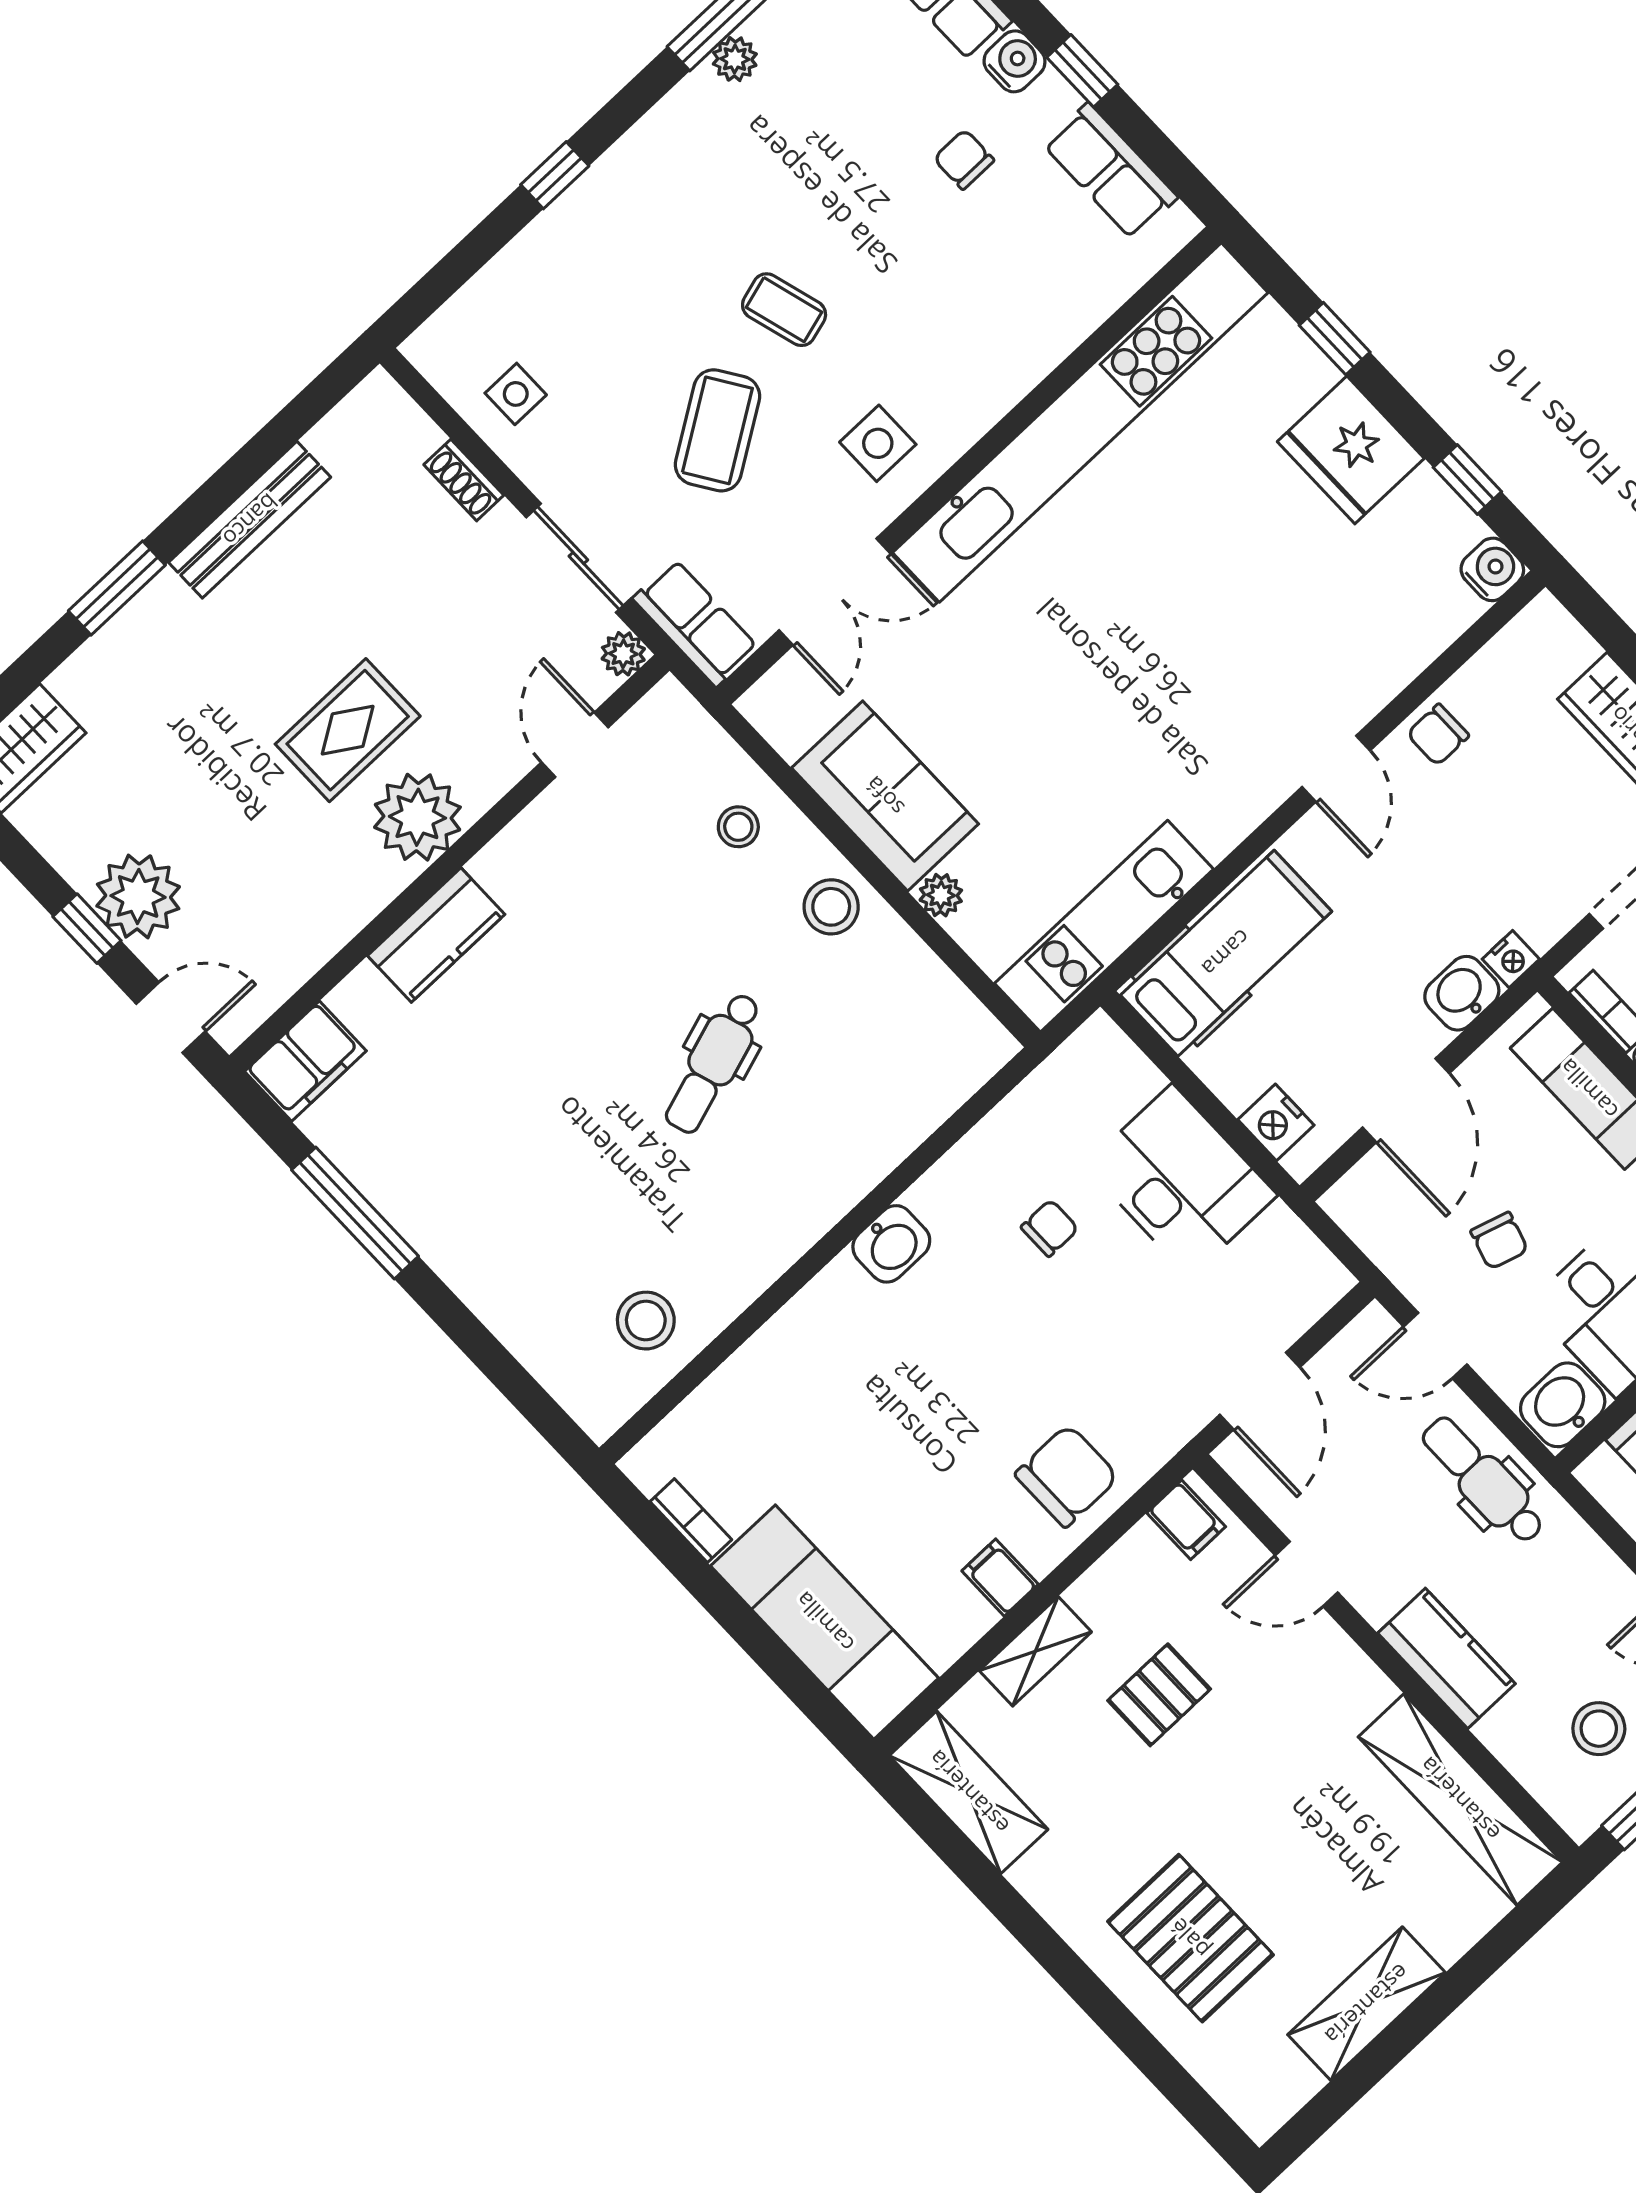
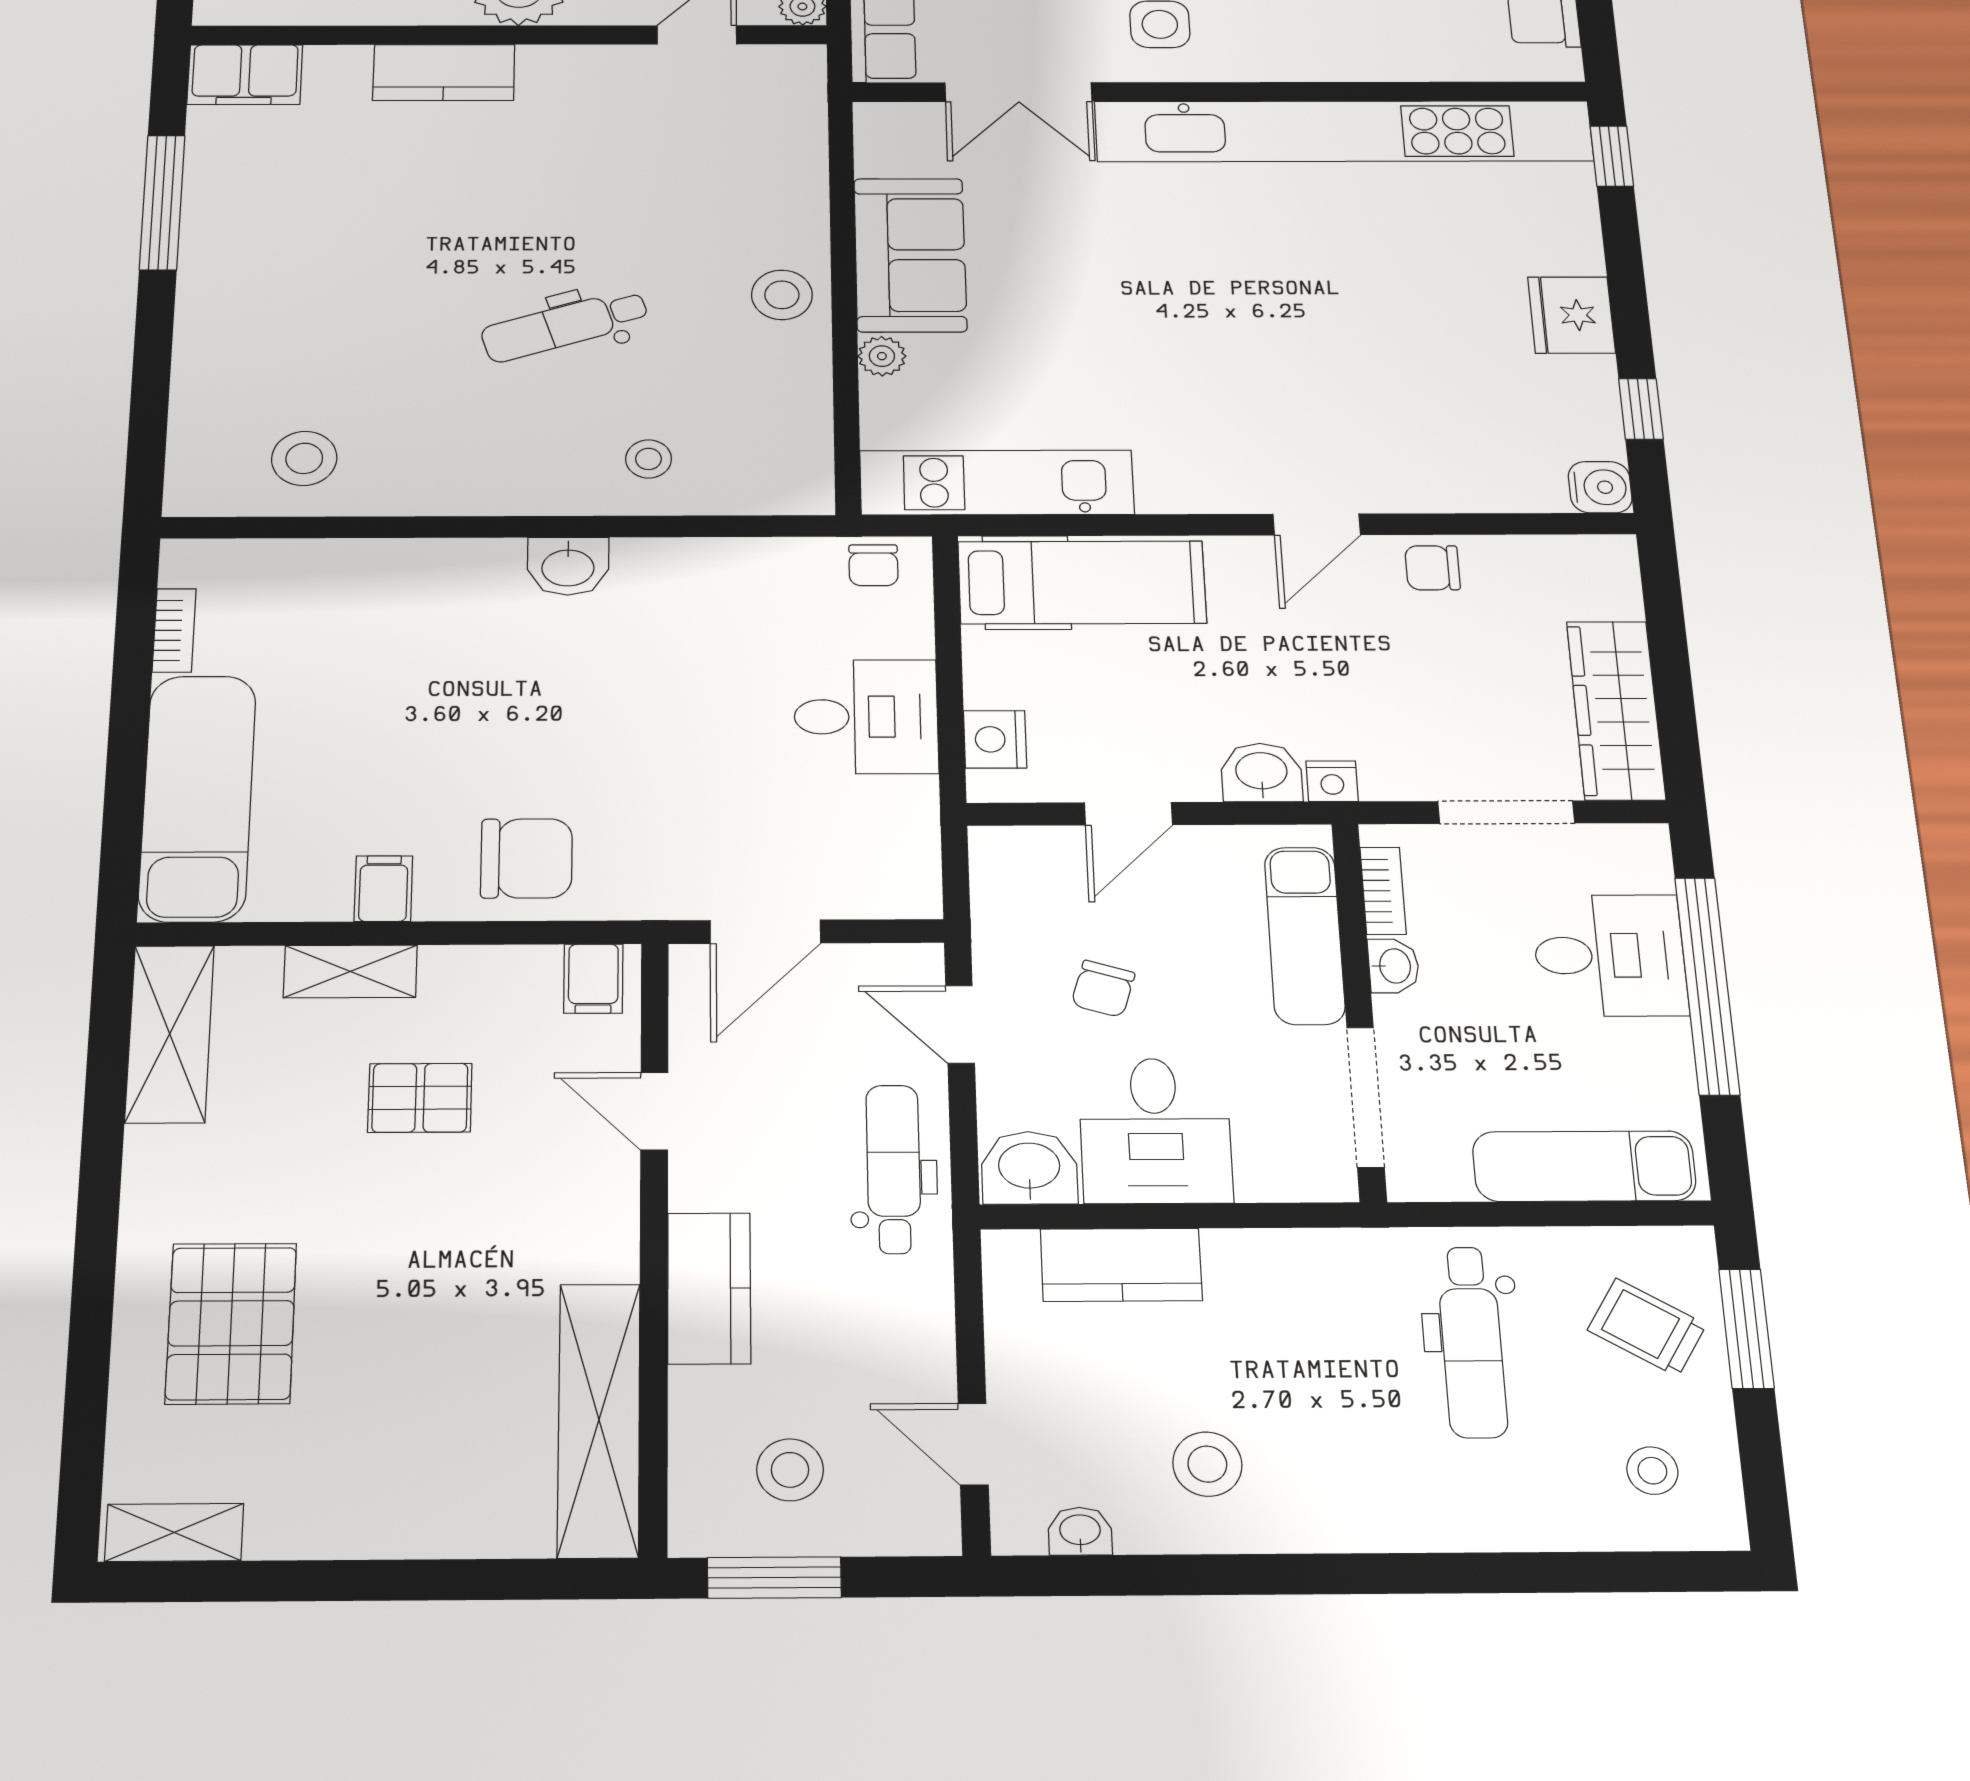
window: (1335, 339) -> (1612, 156), moved
fridge: (1351, 450) -> (1571, 315), width x0.73, depth x0.75
stool: (738, 827) -> (649, 459), moved
door: (1406, 1100) -> (1128, 814), width x0.73
desk: (1181, 1180) -> (866, 717), width x0.73
chair: (1050, 1228) -> (873, 565), moved, turned 90
shelving: (1367, 2004) -> (174, 1532), moved, width x0.67, depth x0.75

